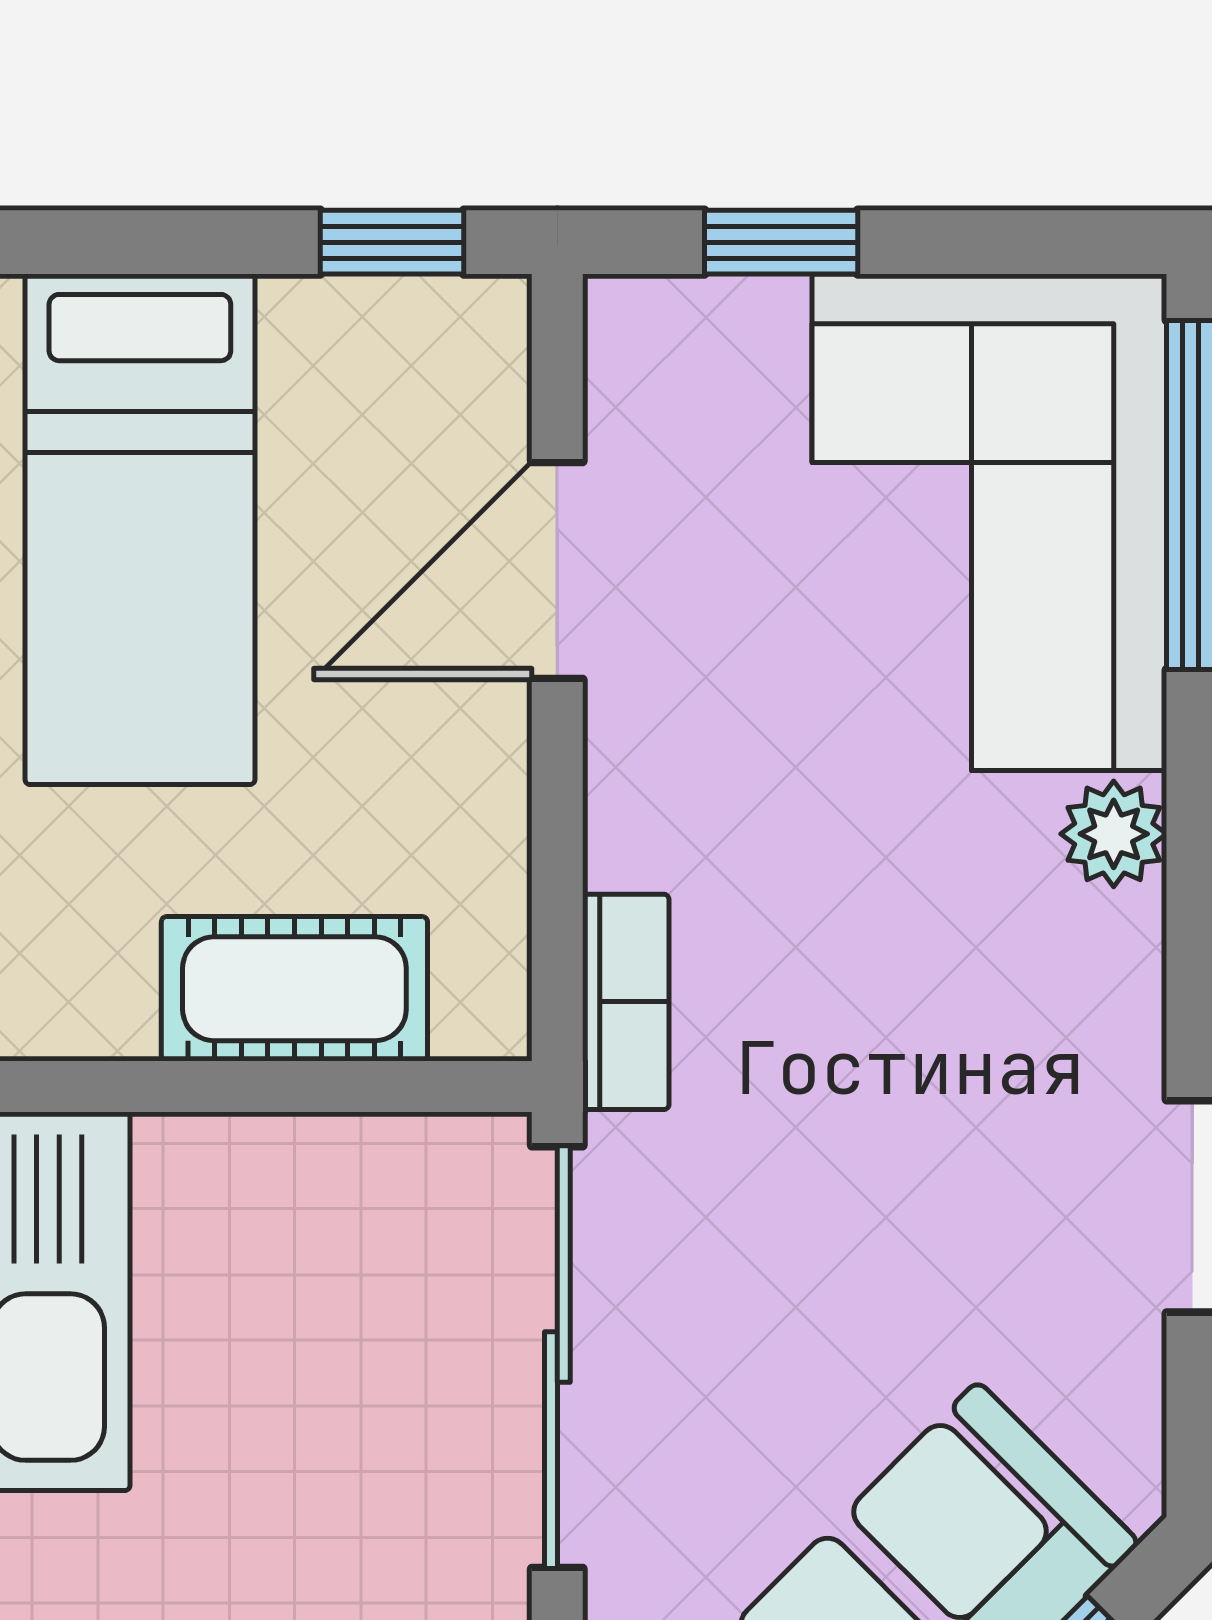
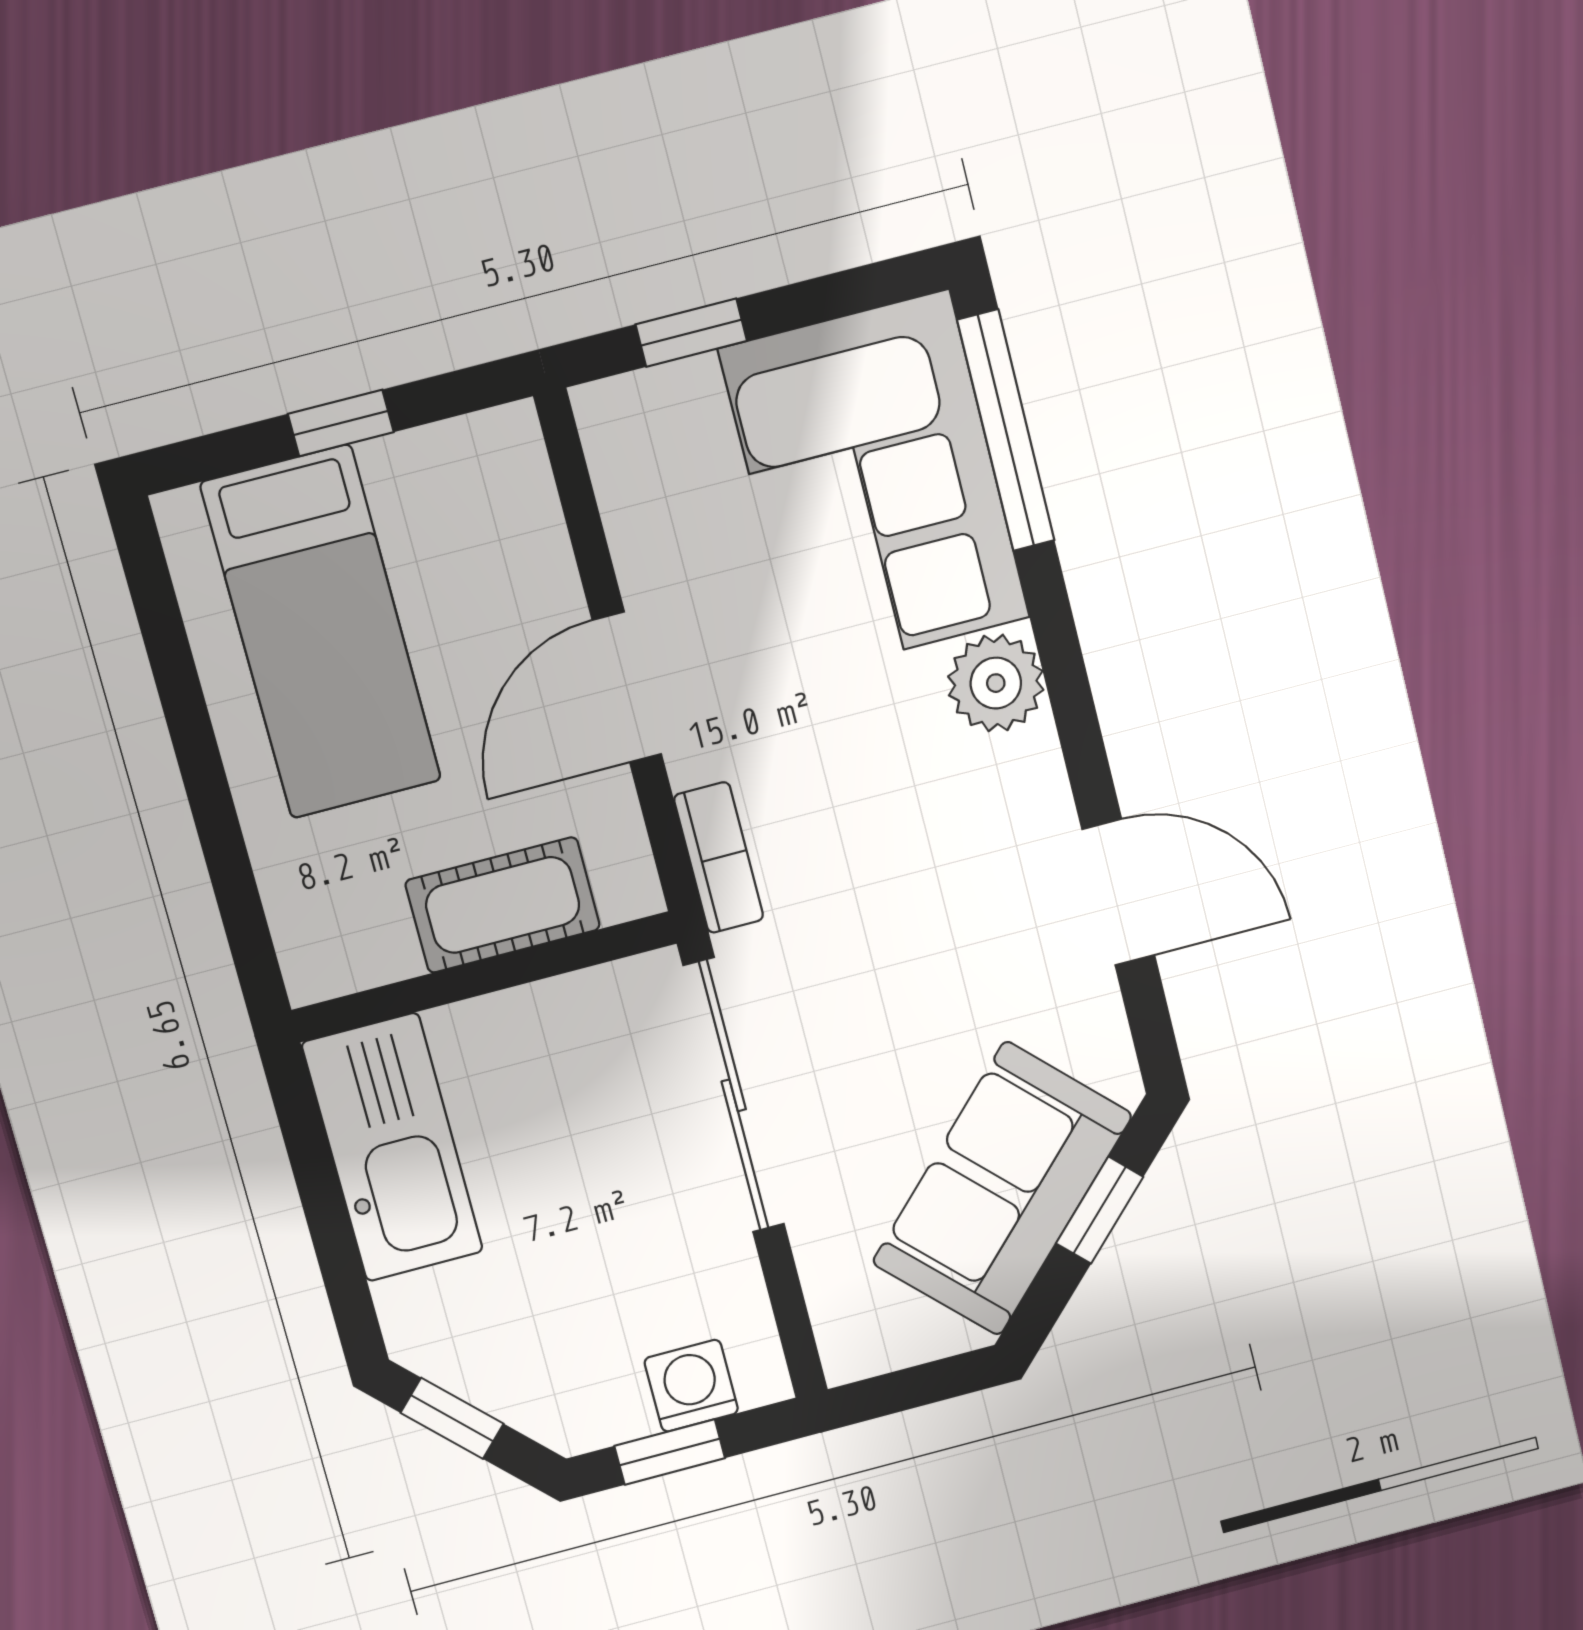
window: (392, 242) -> (341, 423), moved
door: (557, 571) -> (627, 687), moved
plant: (1114, 834) -> (996, 683), width x1.38, depth x1.38

